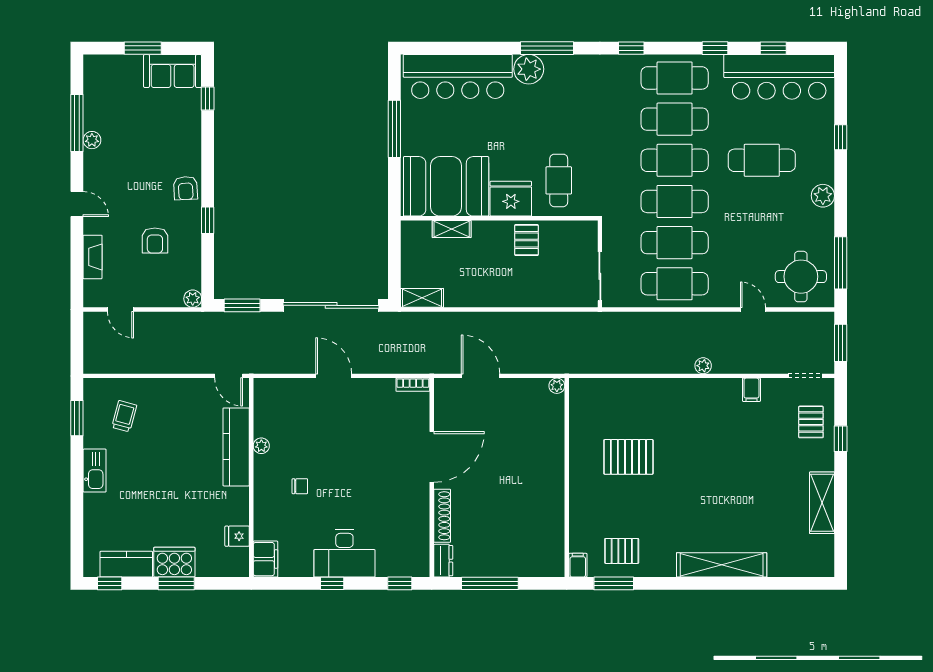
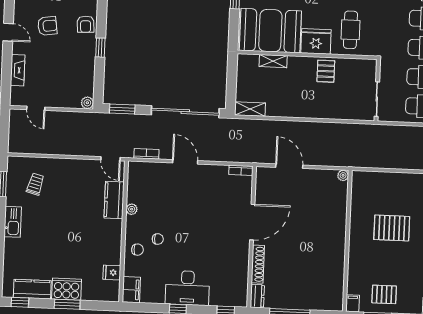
armchair: (155, 240) -> (47, 26), moved, turned -98
bookcase: (279, 367) -> (146, 154), added
kitchen counter: (236, 447) -> (114, 200), width x0.67
chair: (272, 502) -> (137, 250), added

